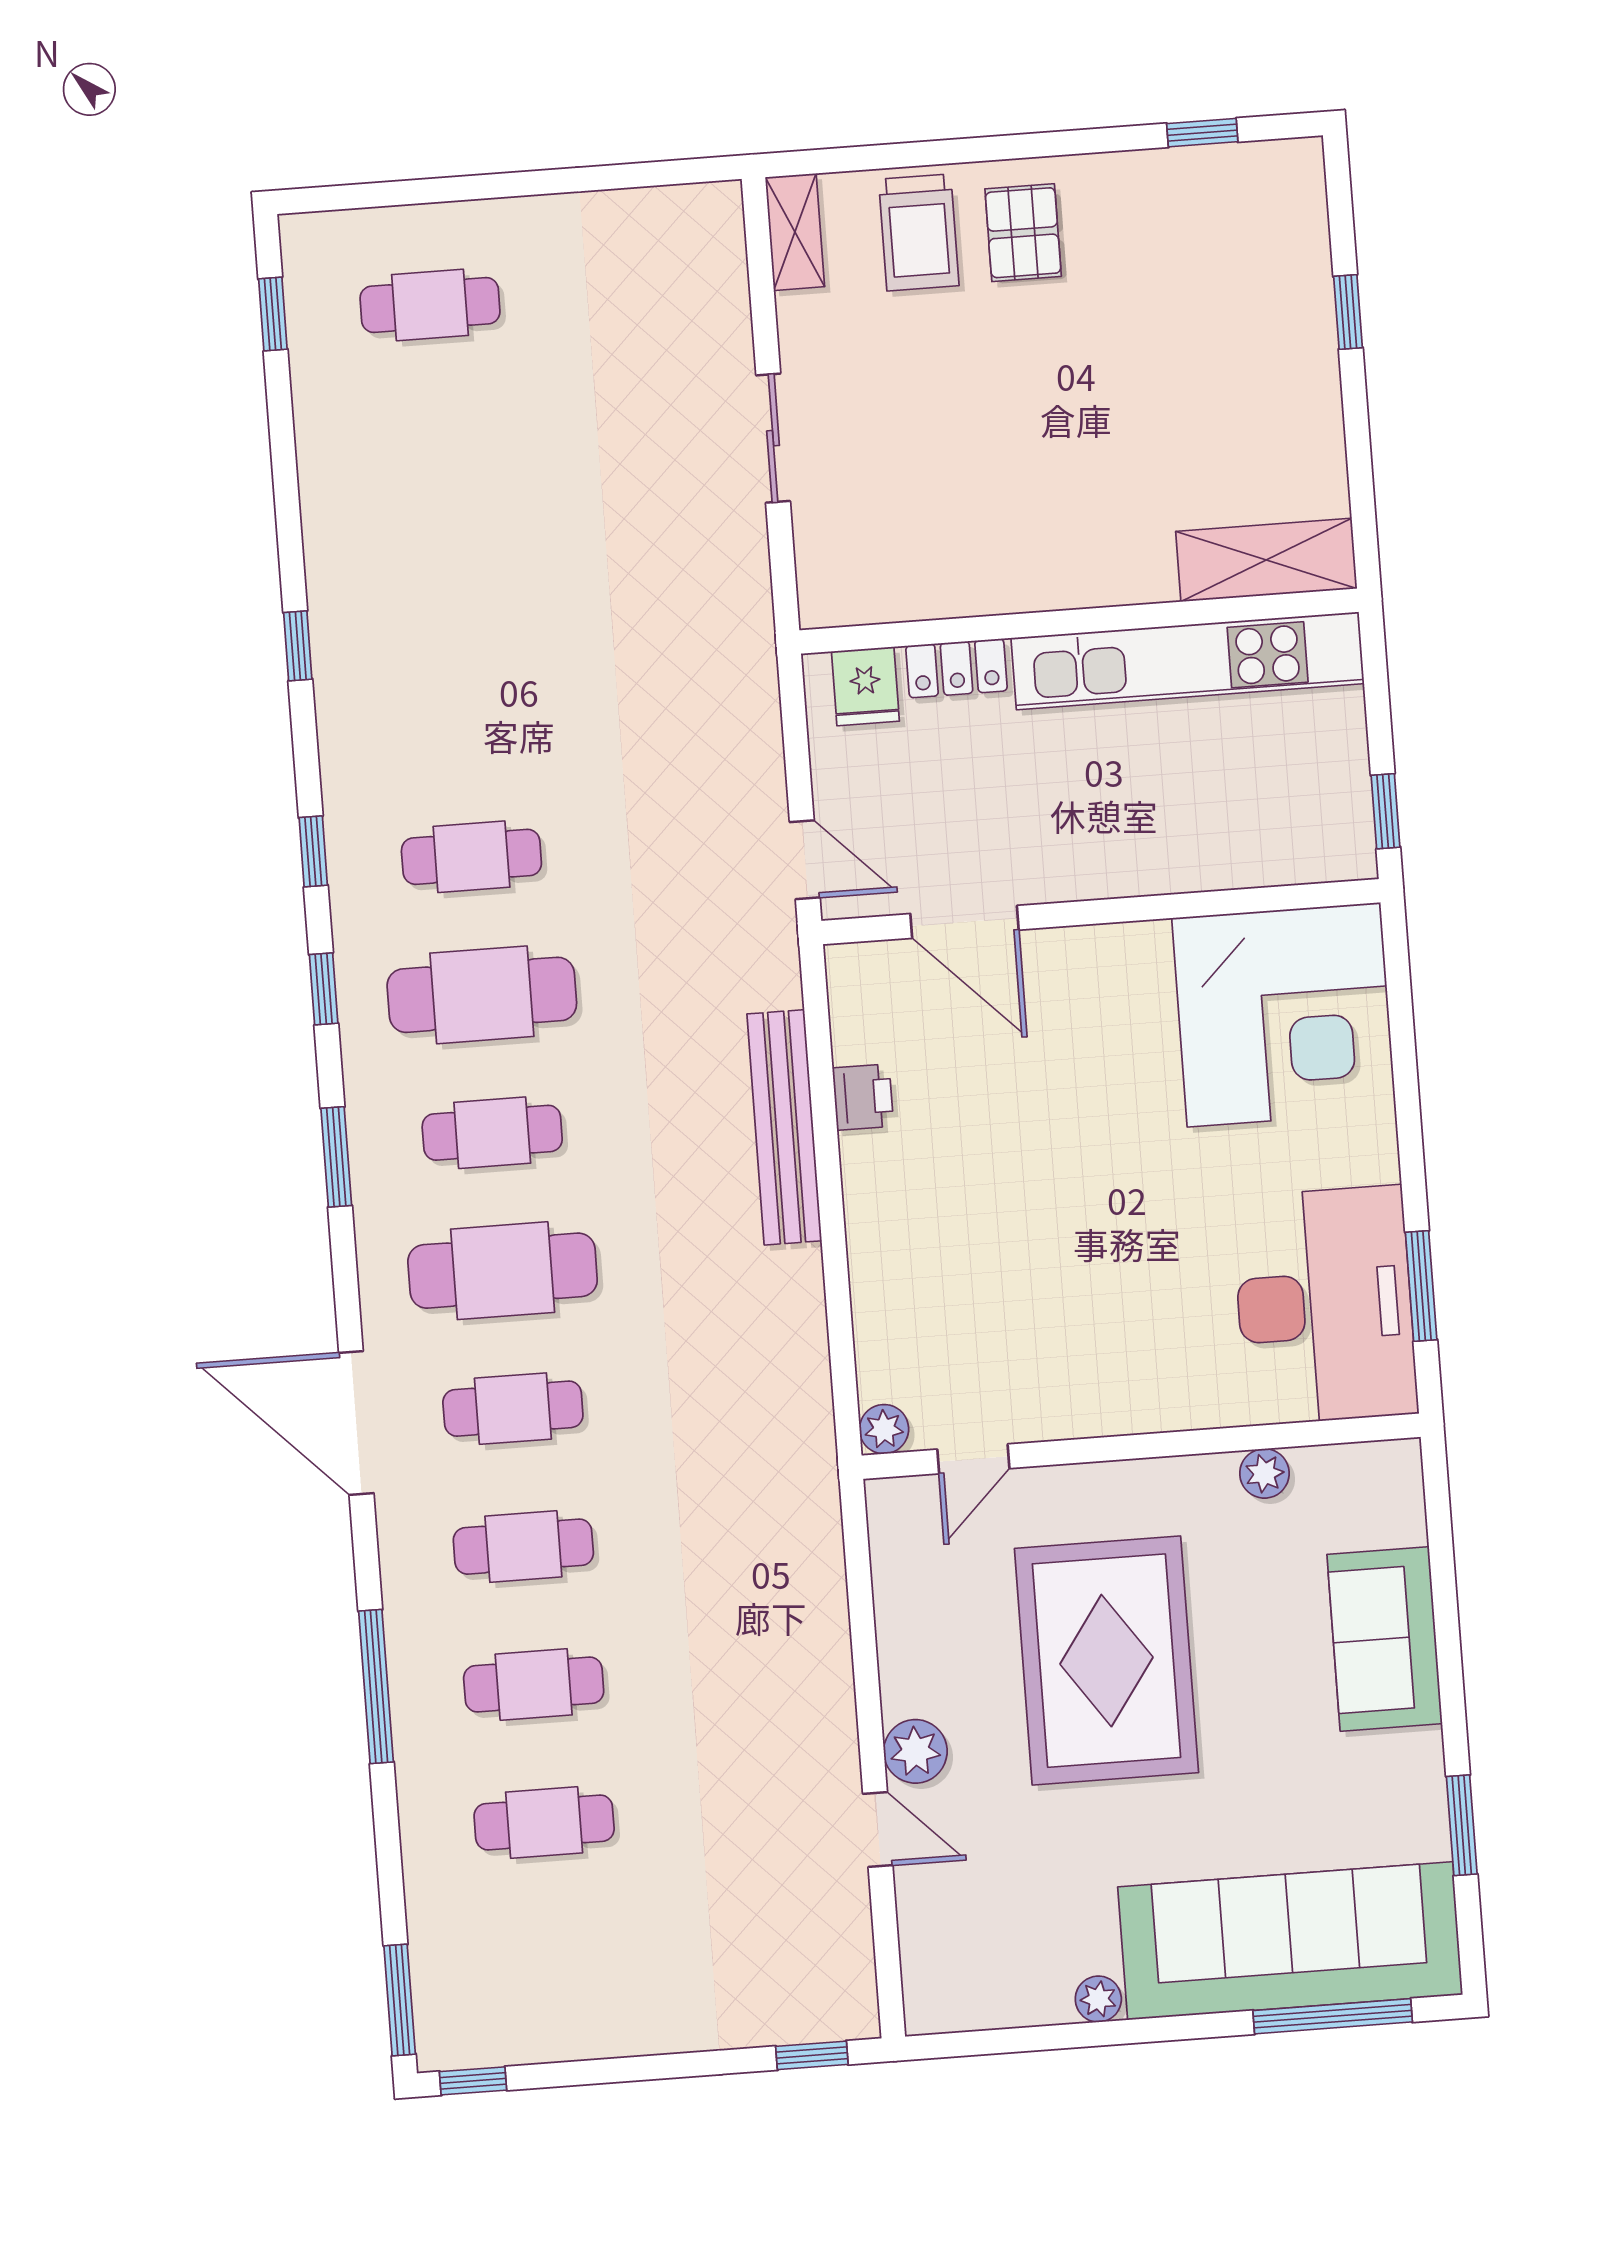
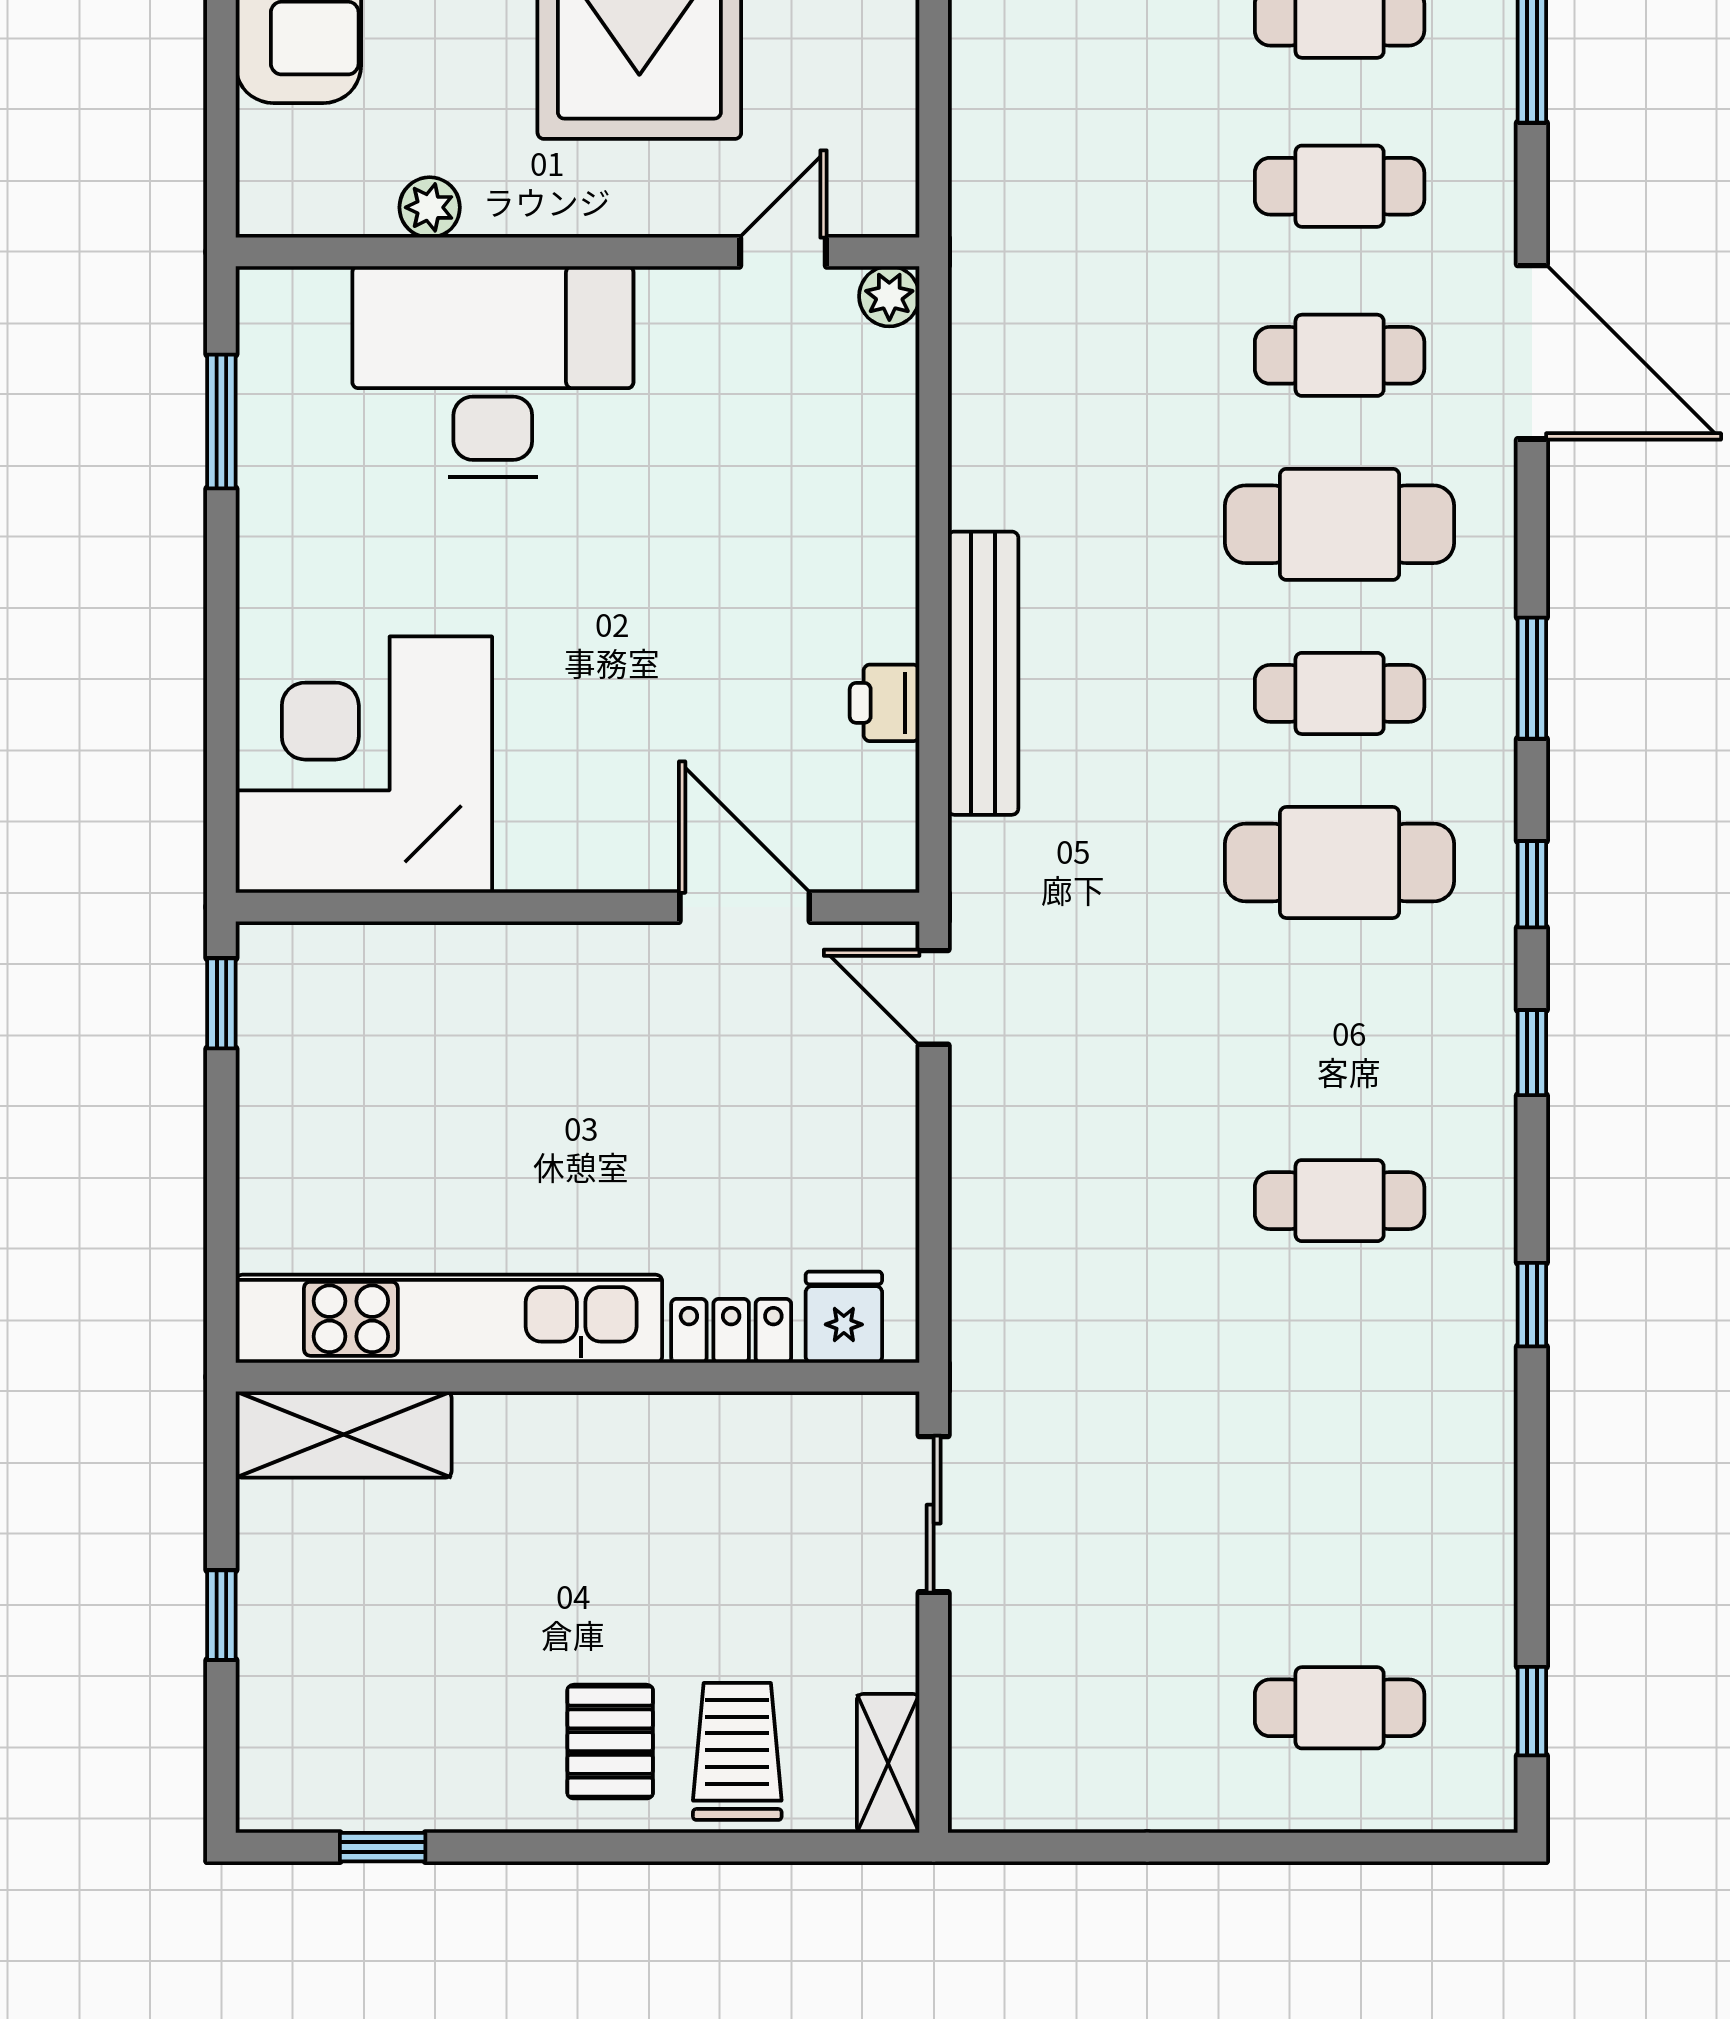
shelving: (1266, 560) -> (344, 1434), moved
wall: (1079, 621) -> (578, 1377), moved
kitchen unit: (1188, 661) -> (449, 1319), moved
locker: (957, 668) -> (731, 1331), moved
fridge: (865, 686) -> (844, 1317), moved
cafe table: (471, 857) -> (1340, 1201), moved
desk: (1325, 1305) -> (493, 371), moved, turned 90

